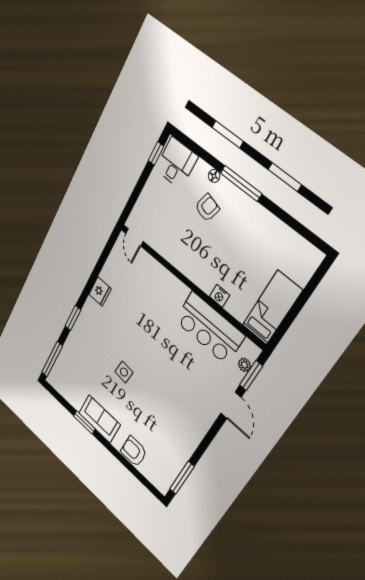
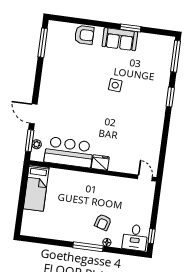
fridge: (100, 292) -> (100, 163), moved, turned 90
nightstand: (220, 296) -> (71, 176), removed

